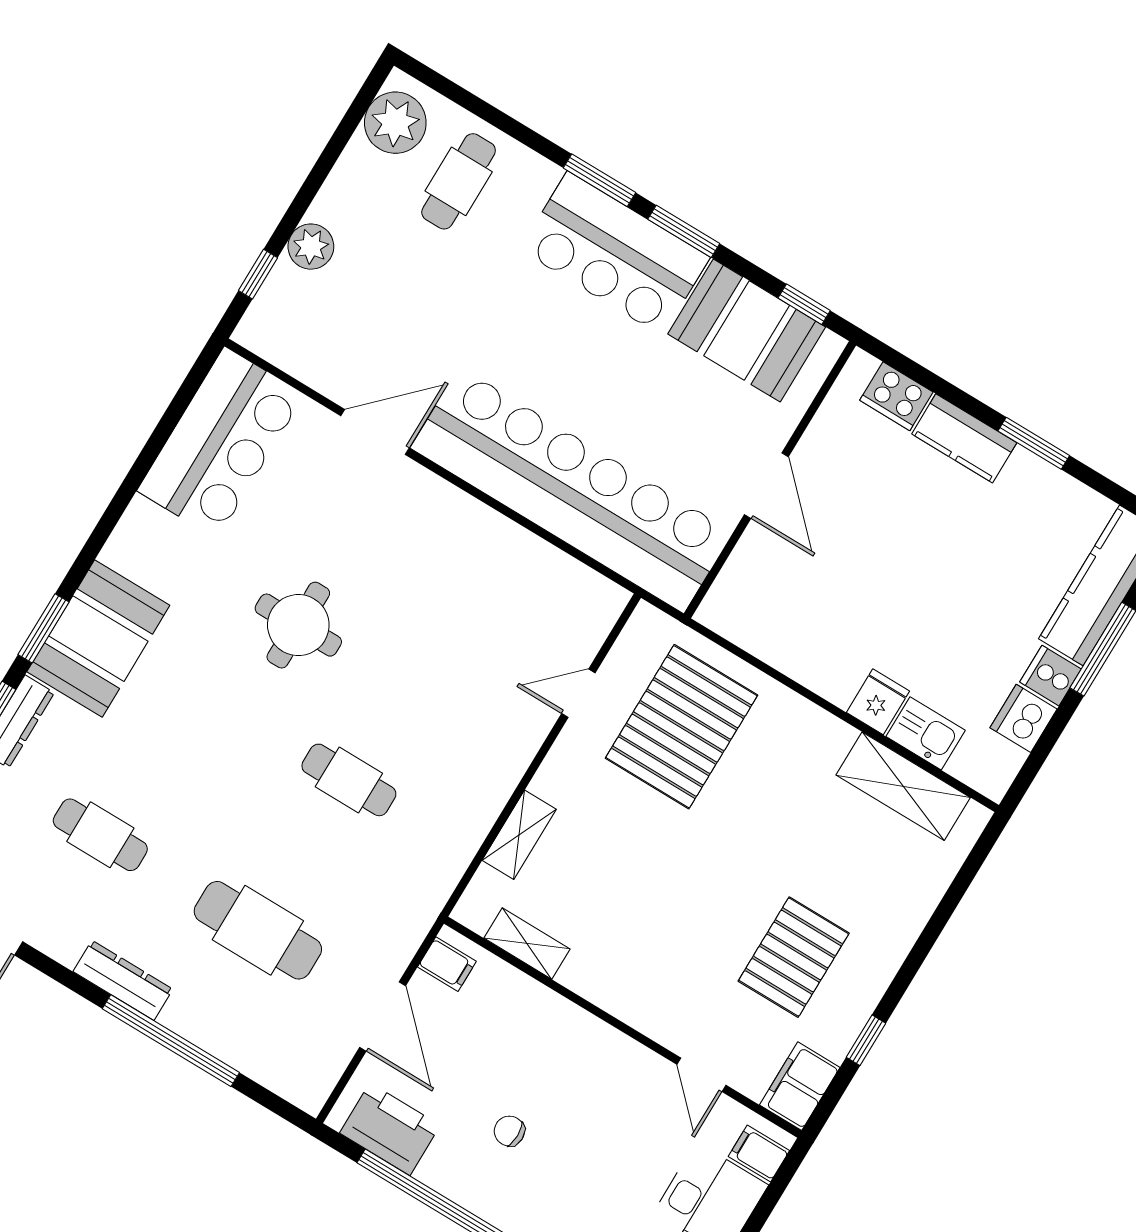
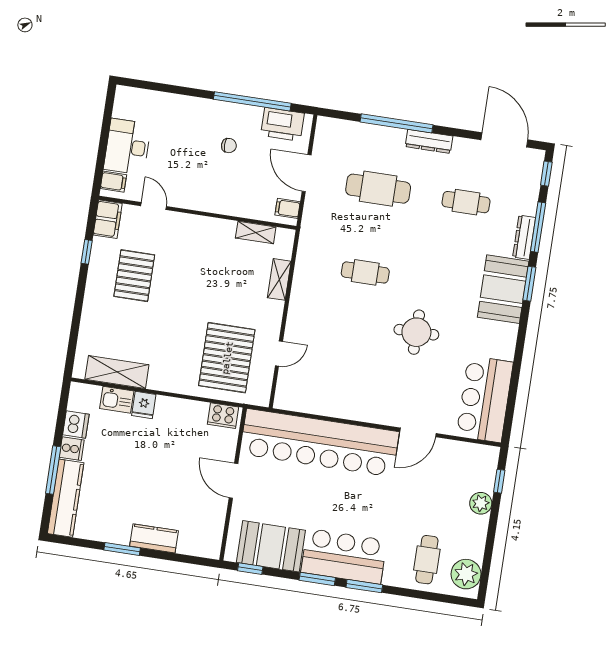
cooker: (896, 396) -> (223, 416), moved, turned 180

